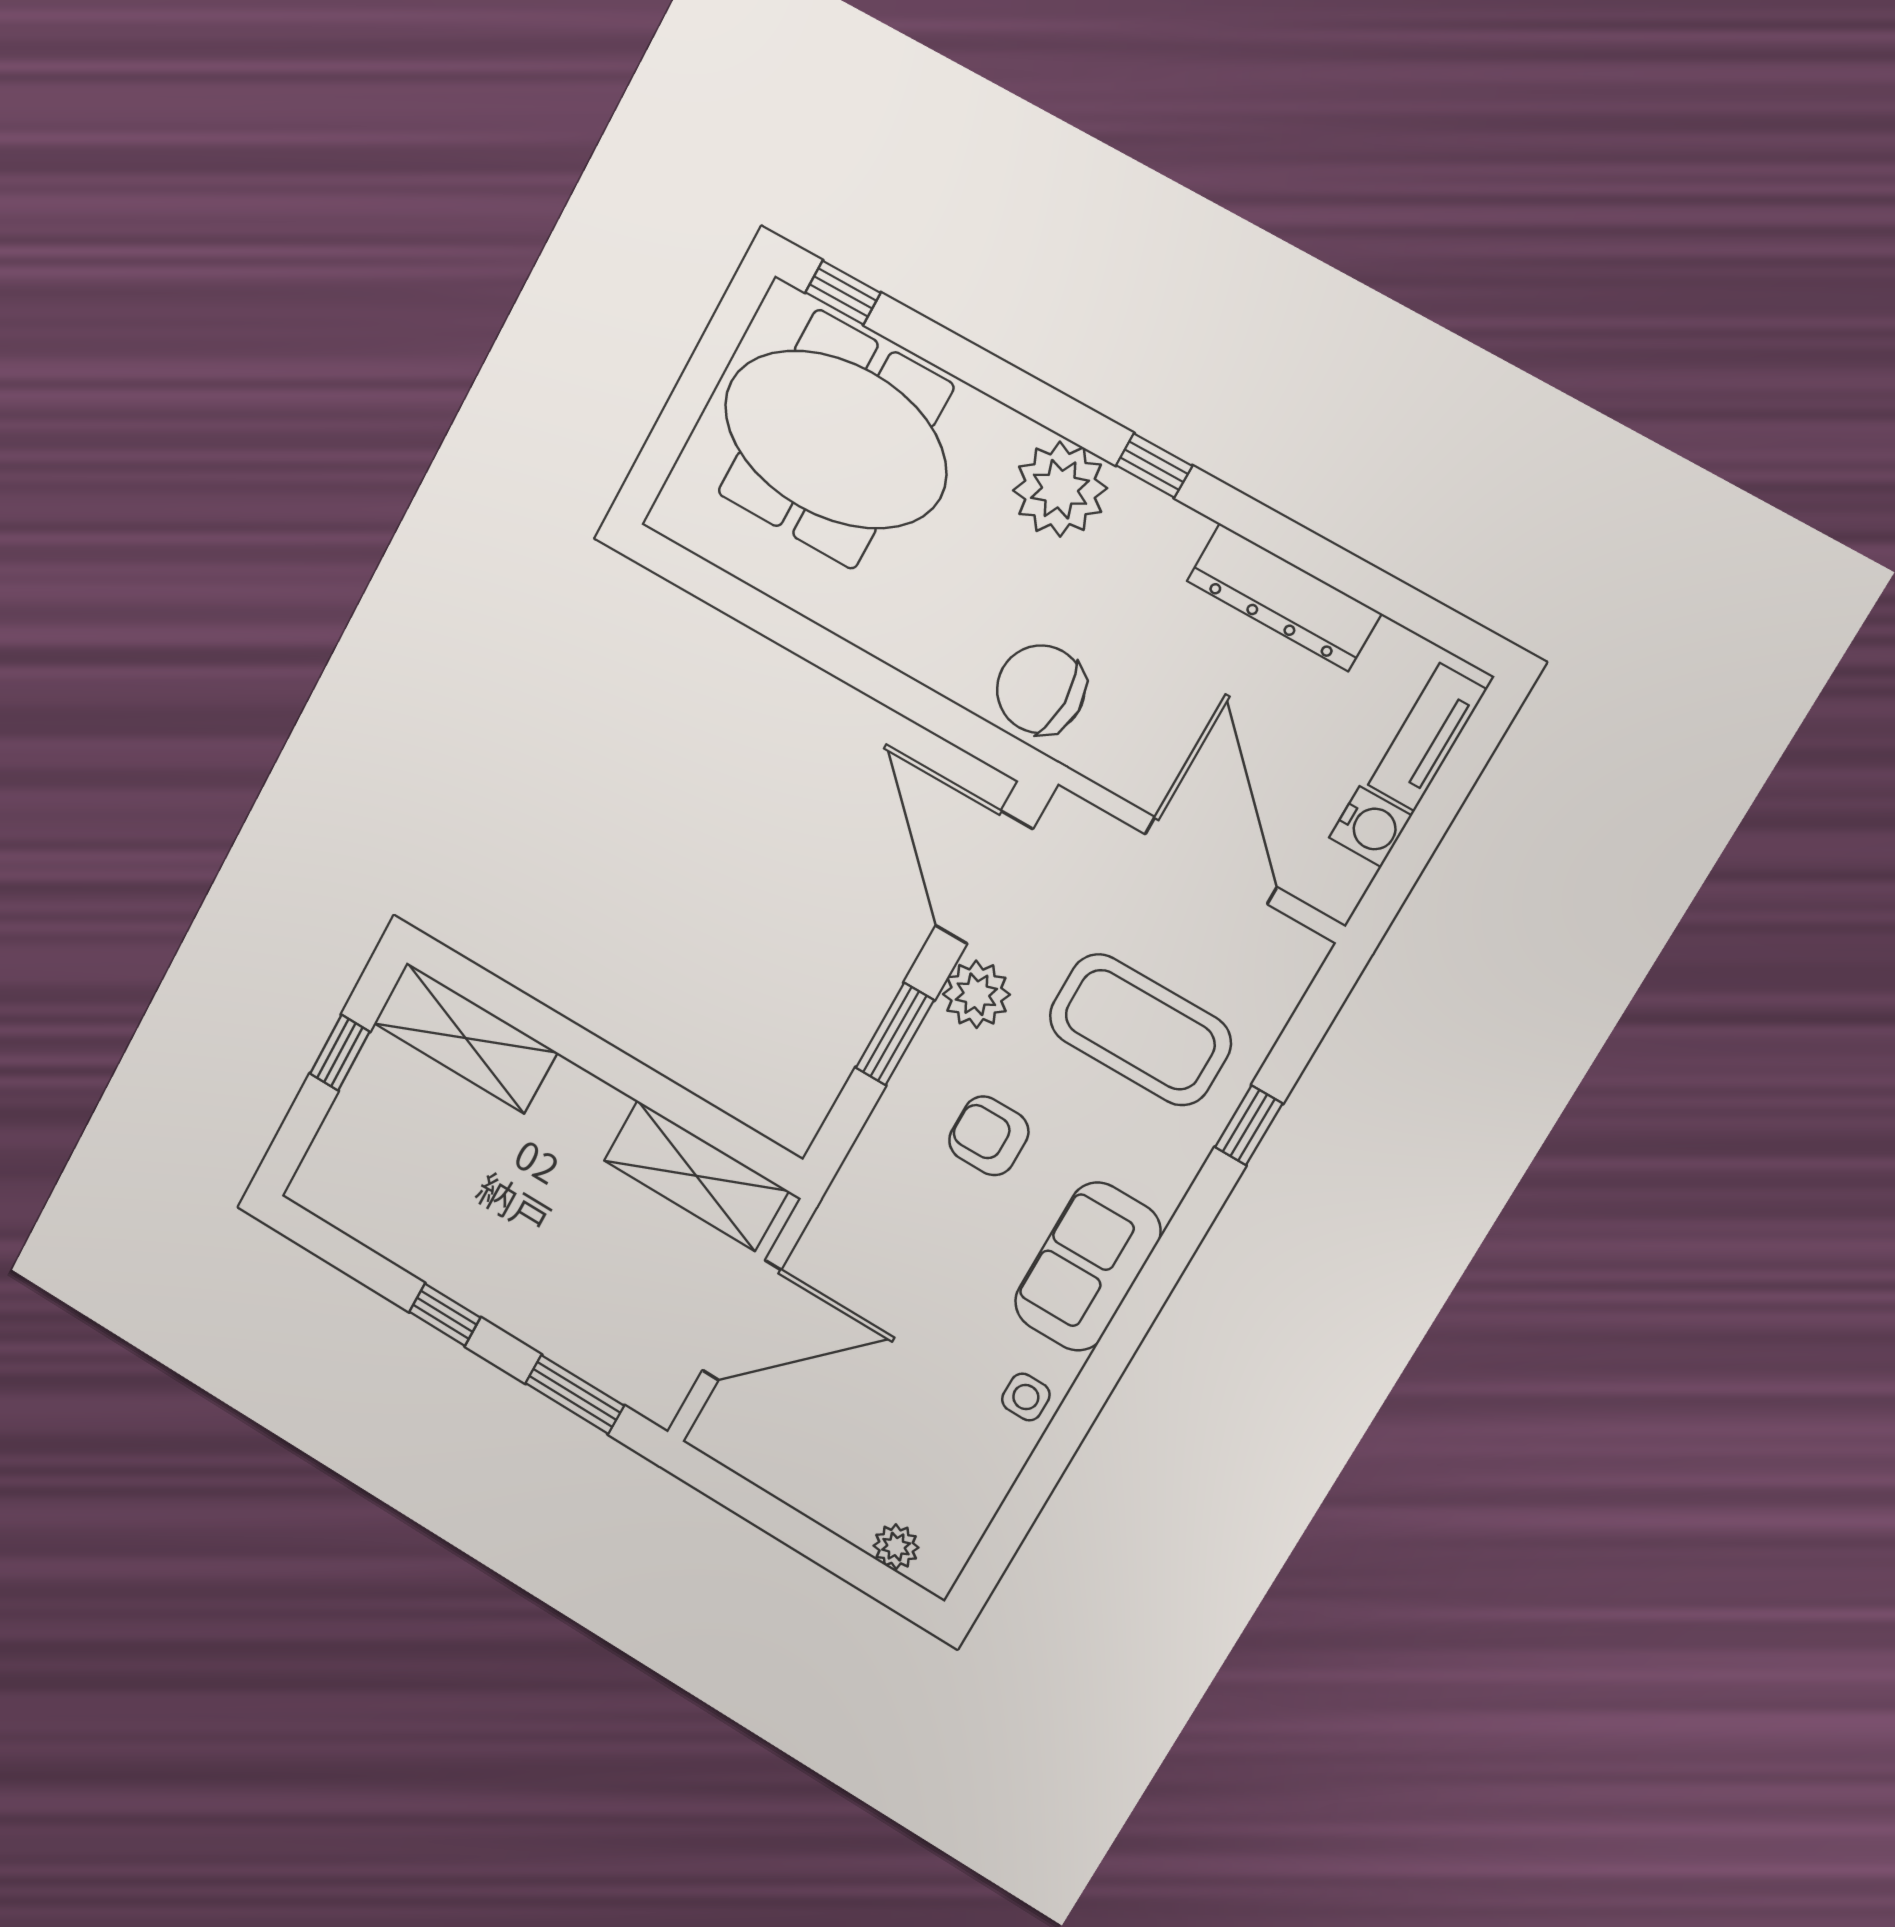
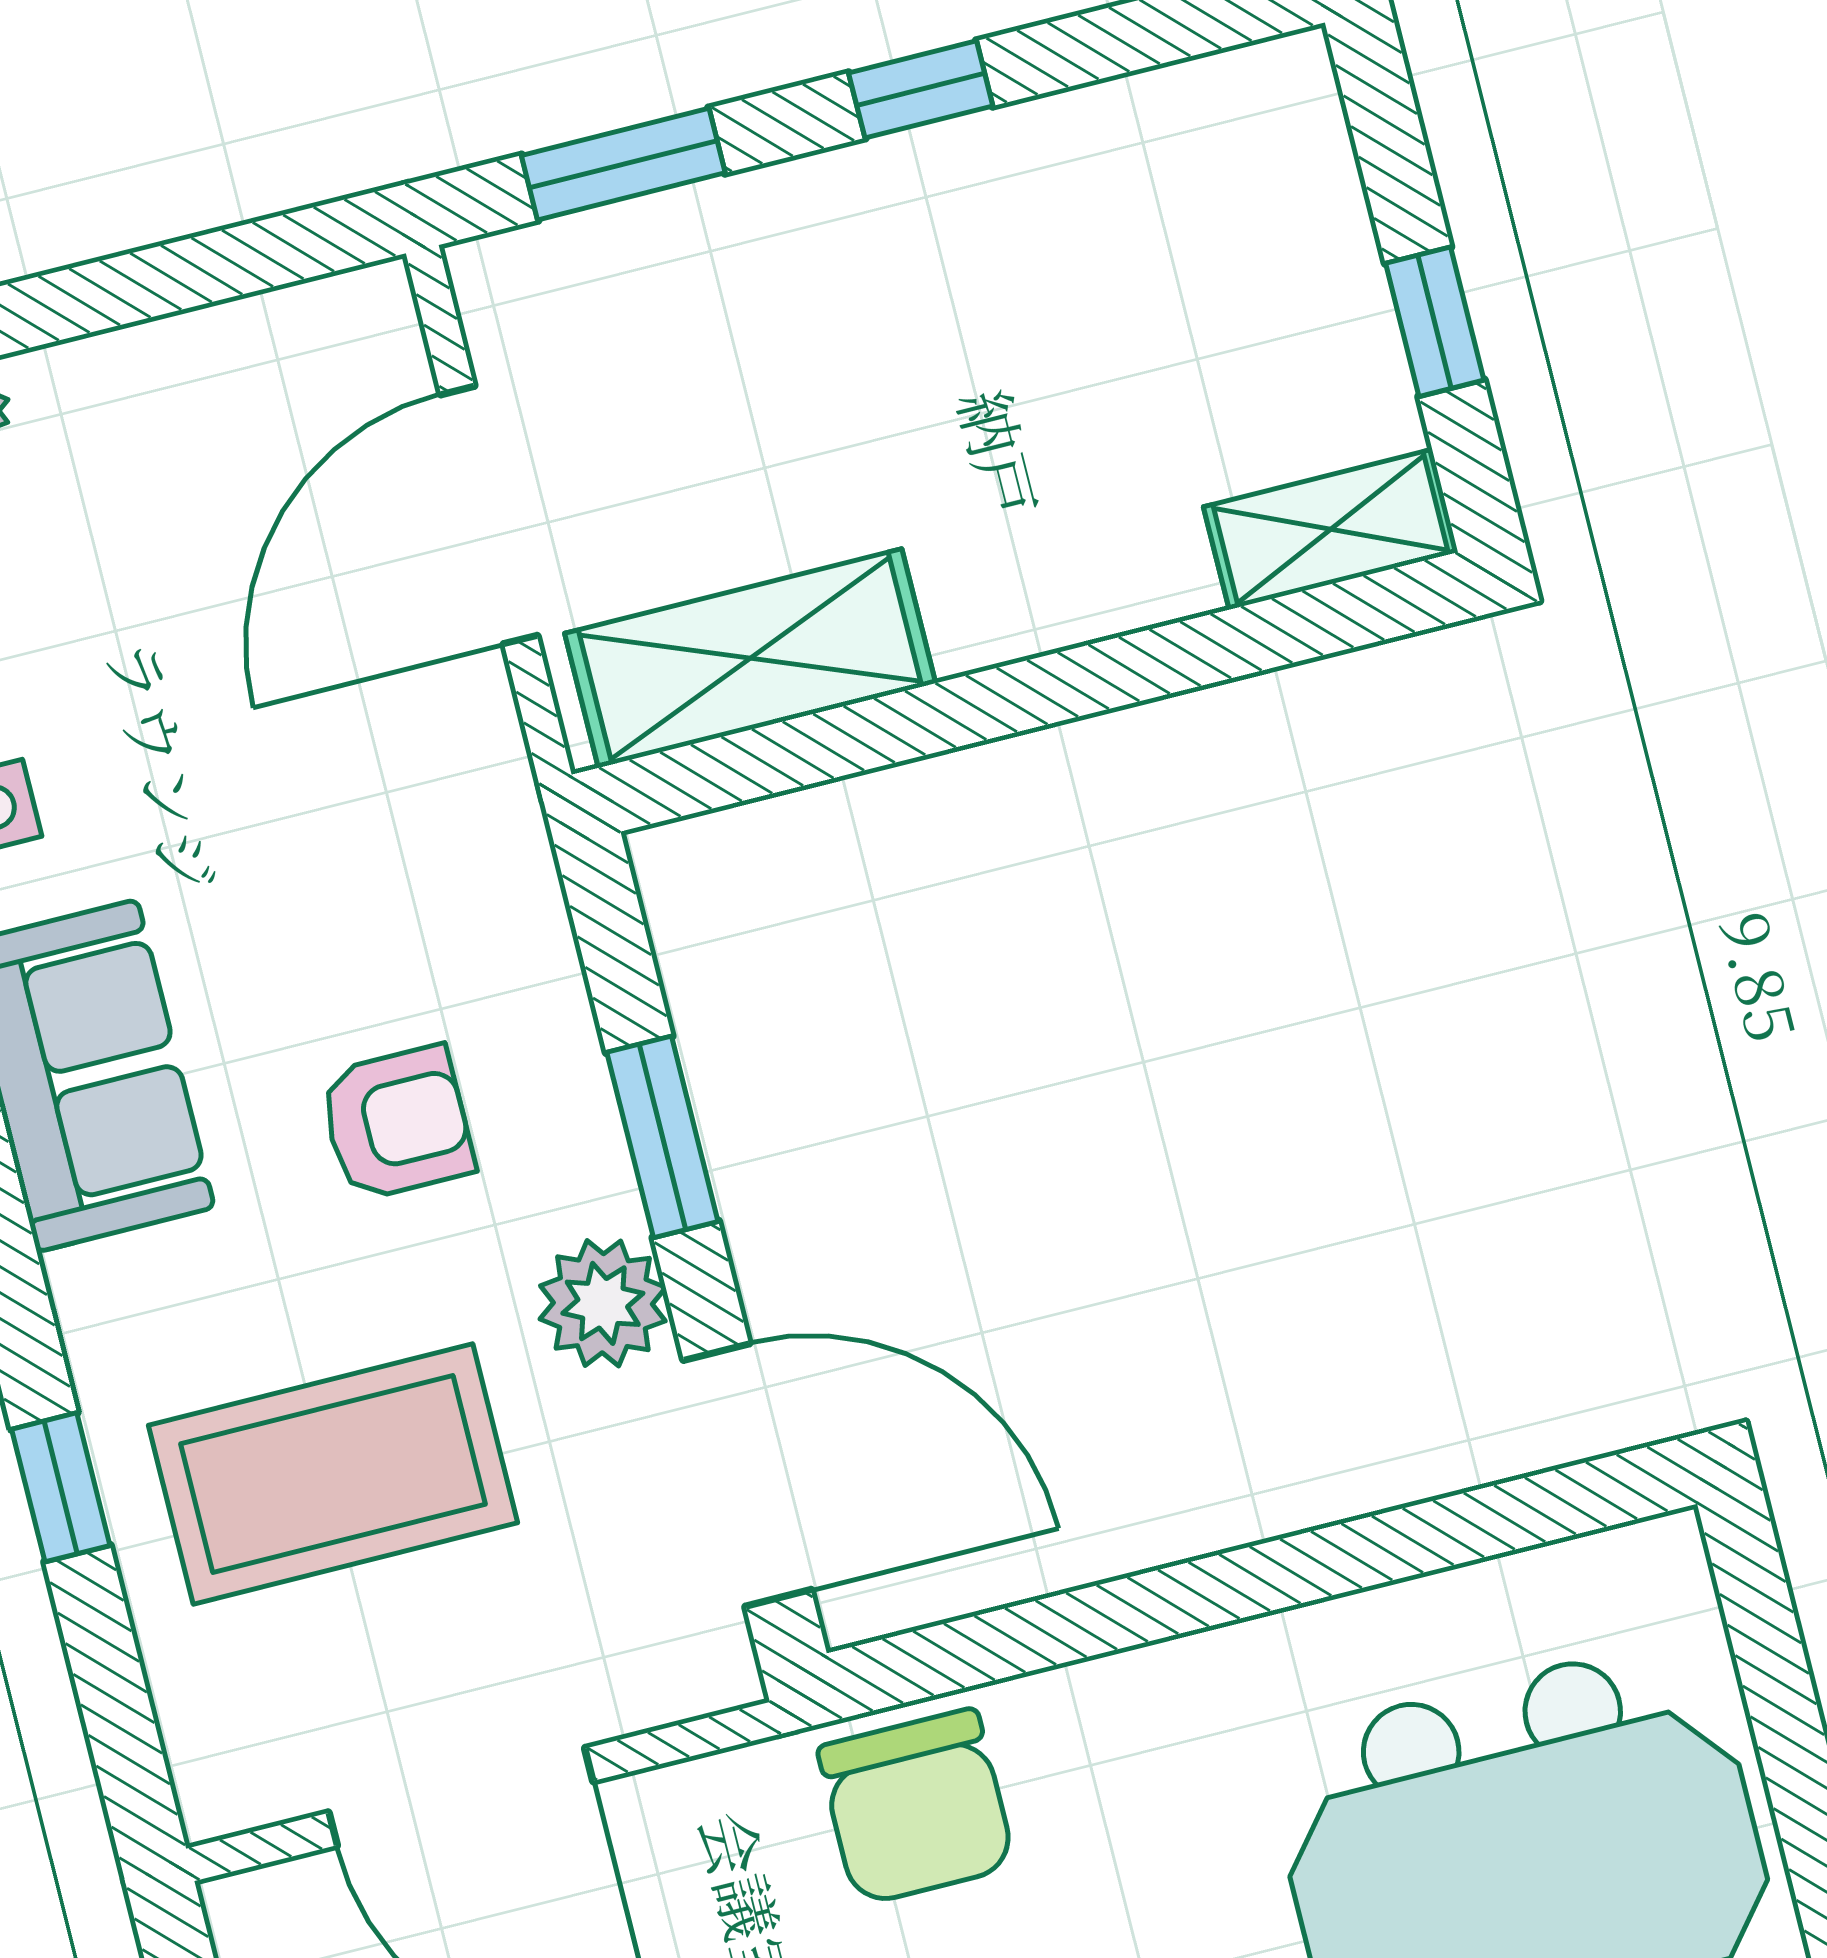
chair: (1041, 689) -> (916, 1807), turned 90
shelving: (465, 1038) -> (1331, 529), width x0.67, depth x0.75

